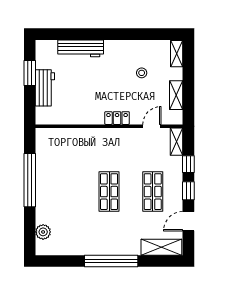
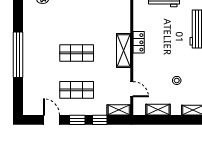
locker: (117, 118) -> (139, 42), moved
shelving: (161, 247) -> (123, 50), moved

